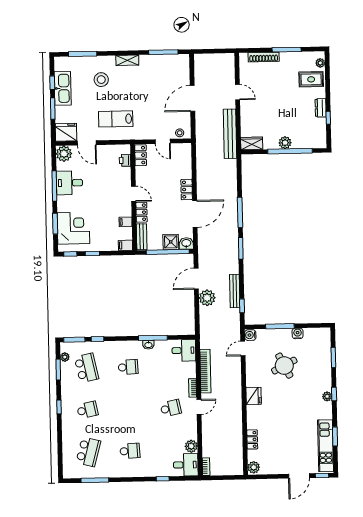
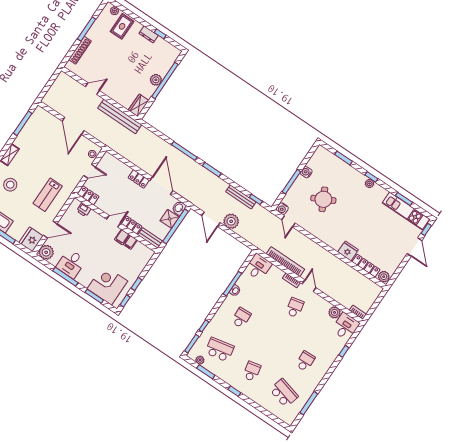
filing cabinet: (125, 245) -> (122, 237), moved
fridge: (254, 396) -> (348, 251), moved
locker: (252, 439) -> (366, 266), width x1.53

